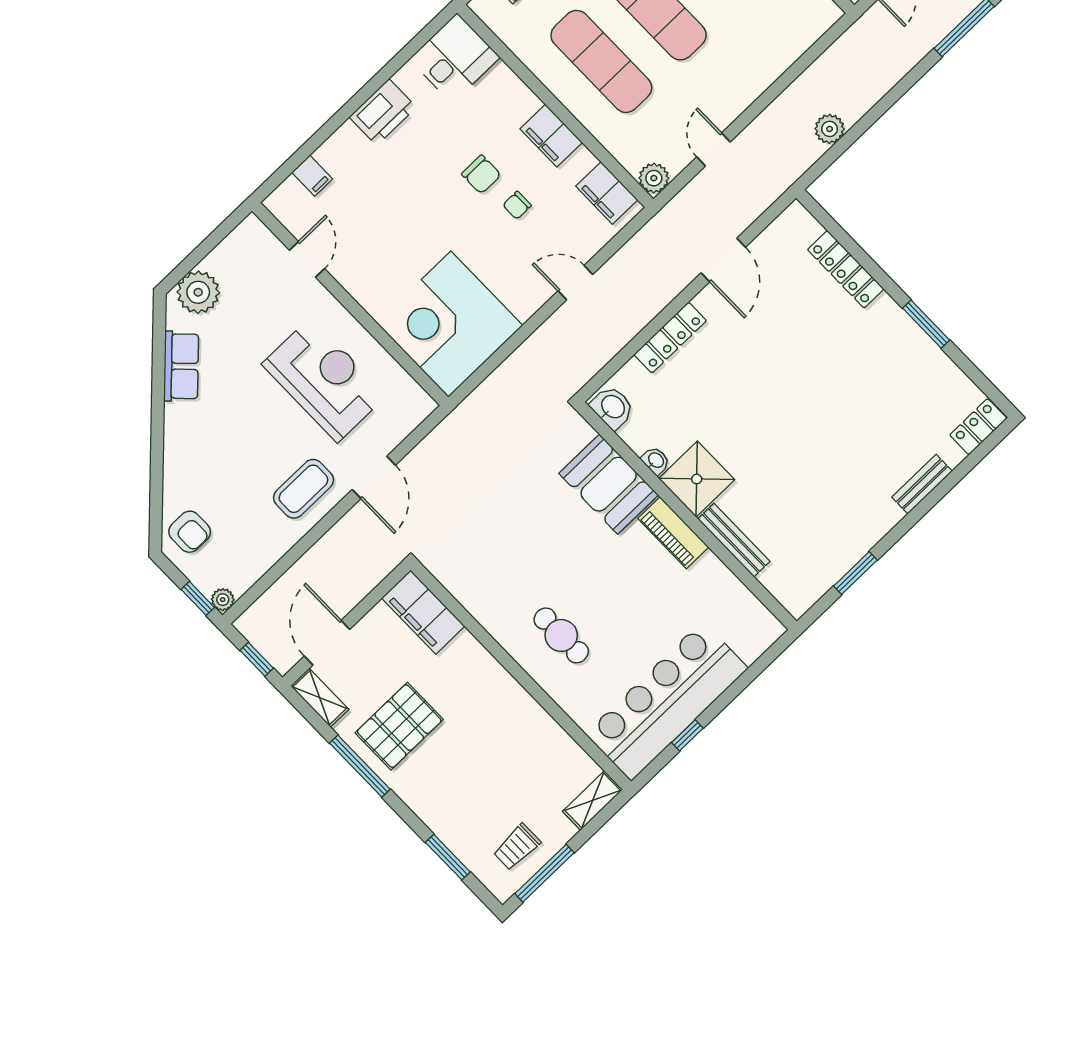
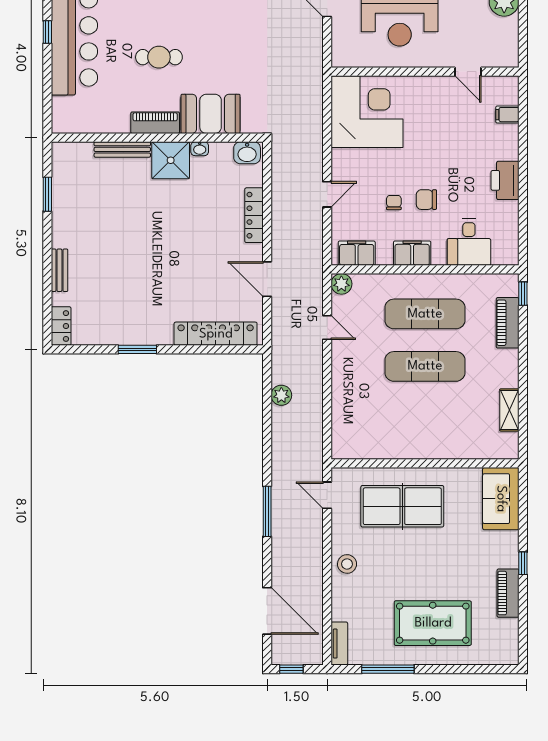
desk: (455, 58) -> (469, 242), moved
locker: (846, 269) -> (216, 334), width x1.41, depth x1.21
cafe table: (561, 635) -> (159, 57), moved

